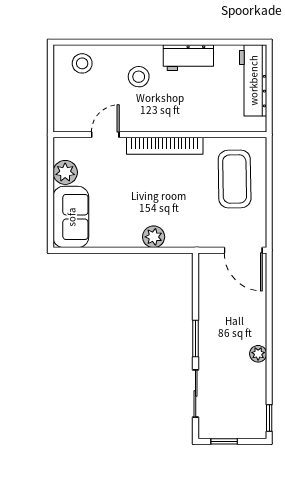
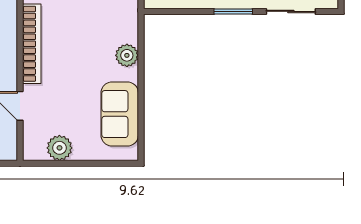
sofa: (71, 217) -> (120, 114), moved, turned -90

